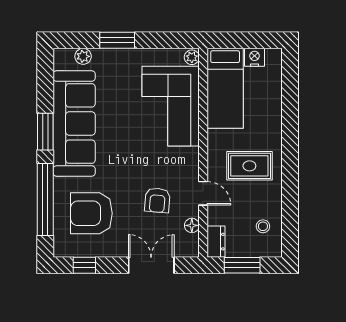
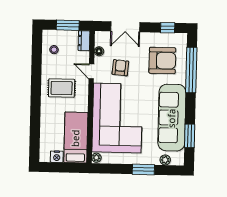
corner sofa: (171, 106) -> (117, 118), width x1.36, depth x1.36
window: (45, 132) -> (190, 136), moved

